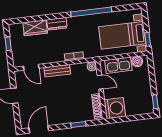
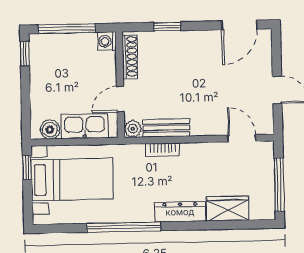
dresser: (57, 24) -> (180, 212), width x1.44
window: (8, 44) -> (279, 185), width x2.17
bench: (57, 71) -> (166, 128), moved
door: (100, 82) -> (120, 99), hinge flipped
washing machine: (115, 108) -> (107, 41), width x0.53, depth x0.53
window: (134, 118) -> (67, 29), added

